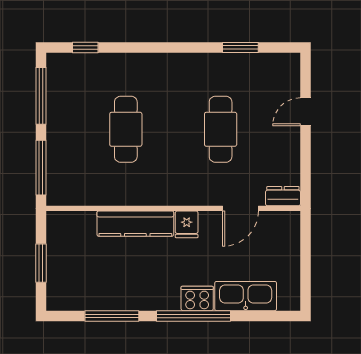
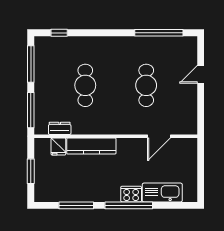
window: (240, 47) -> (159, 33), width x2.11
dresser: (283, 196) -> (60, 128), moved
fridge: (187, 224) -> (58, 146), moved

